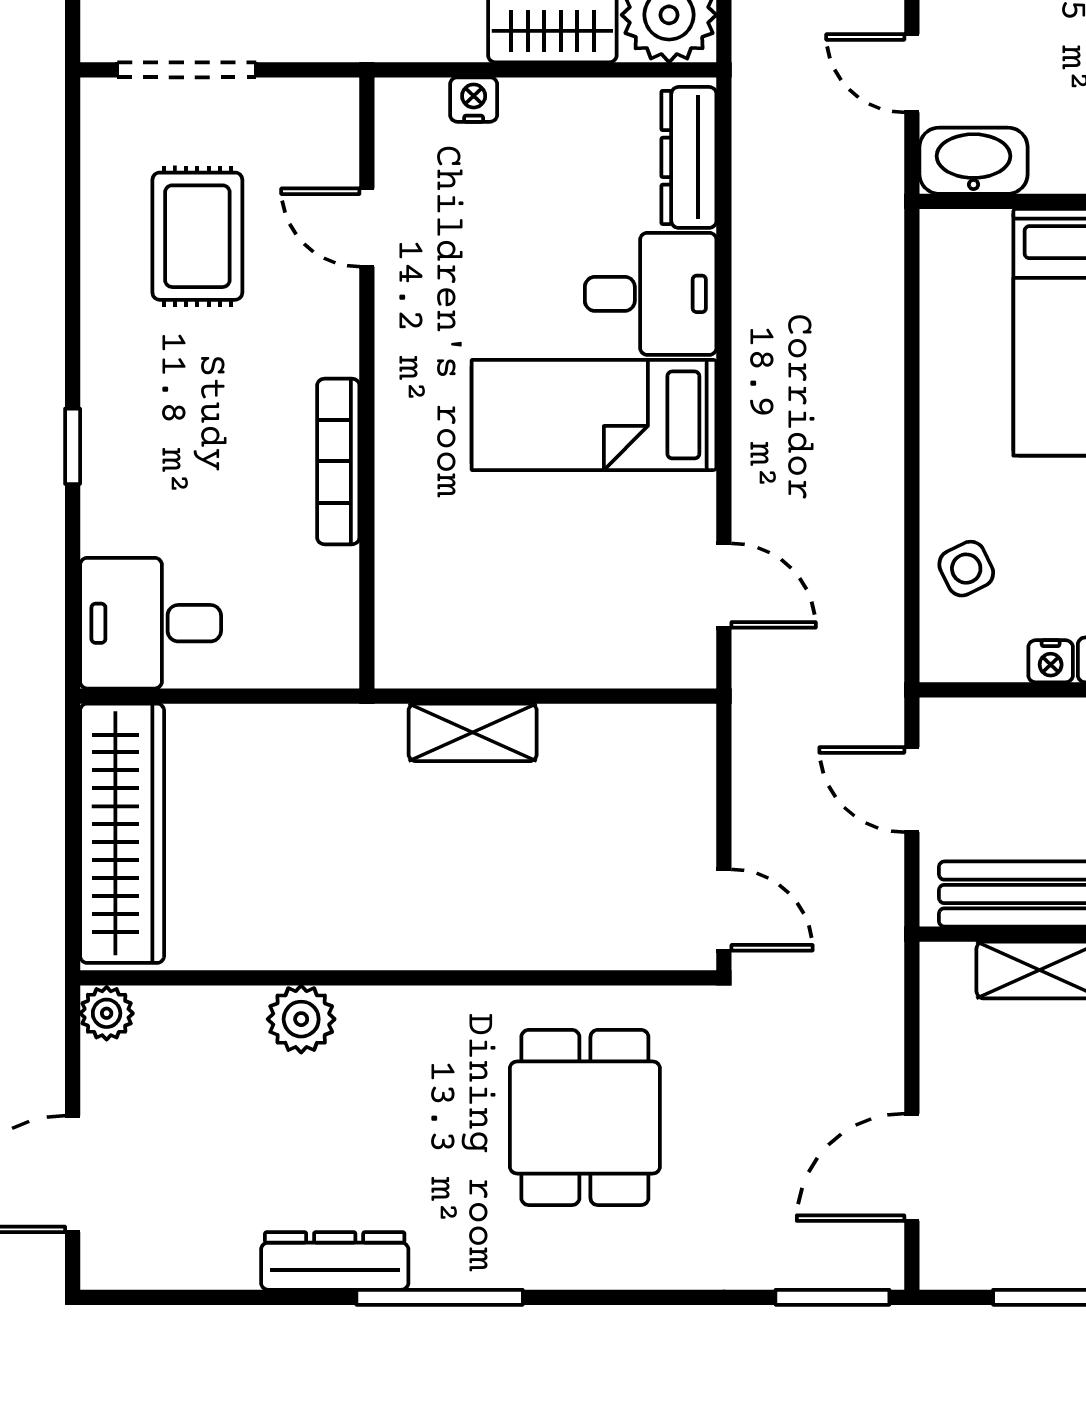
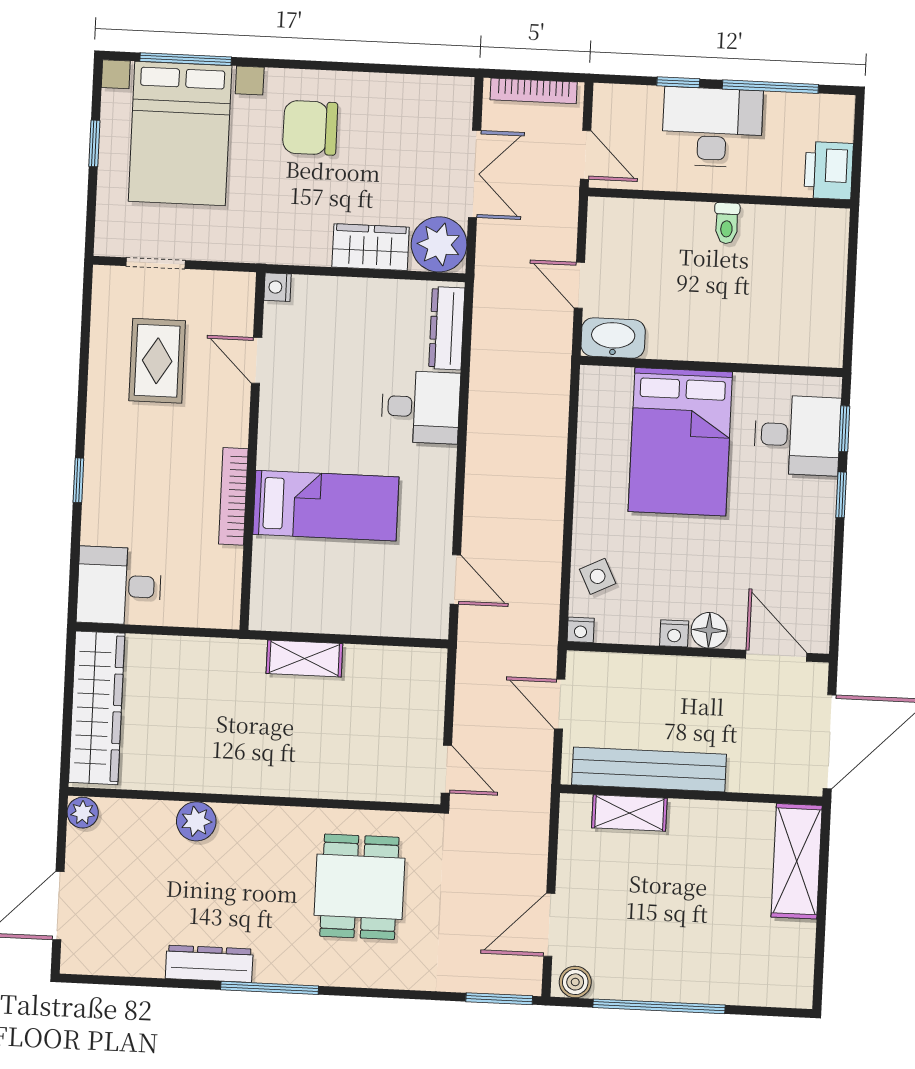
doorway: (187, 70) -> (156, 263), width x0.73
nightstand: (474, 100) -> (277, 287), moved, turned -90
bed: (594, 415) -> (326, 506), moved, turned 180
nightstand: (1051, 661) -> (581, 630), moved
boiler: (961, 1263) -> (575, 982), added

